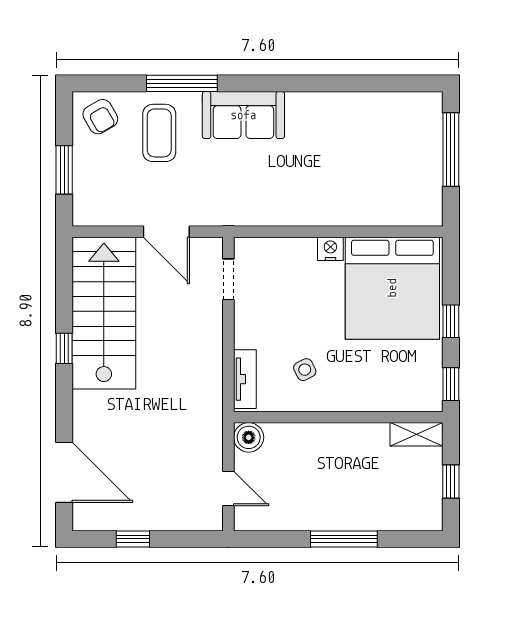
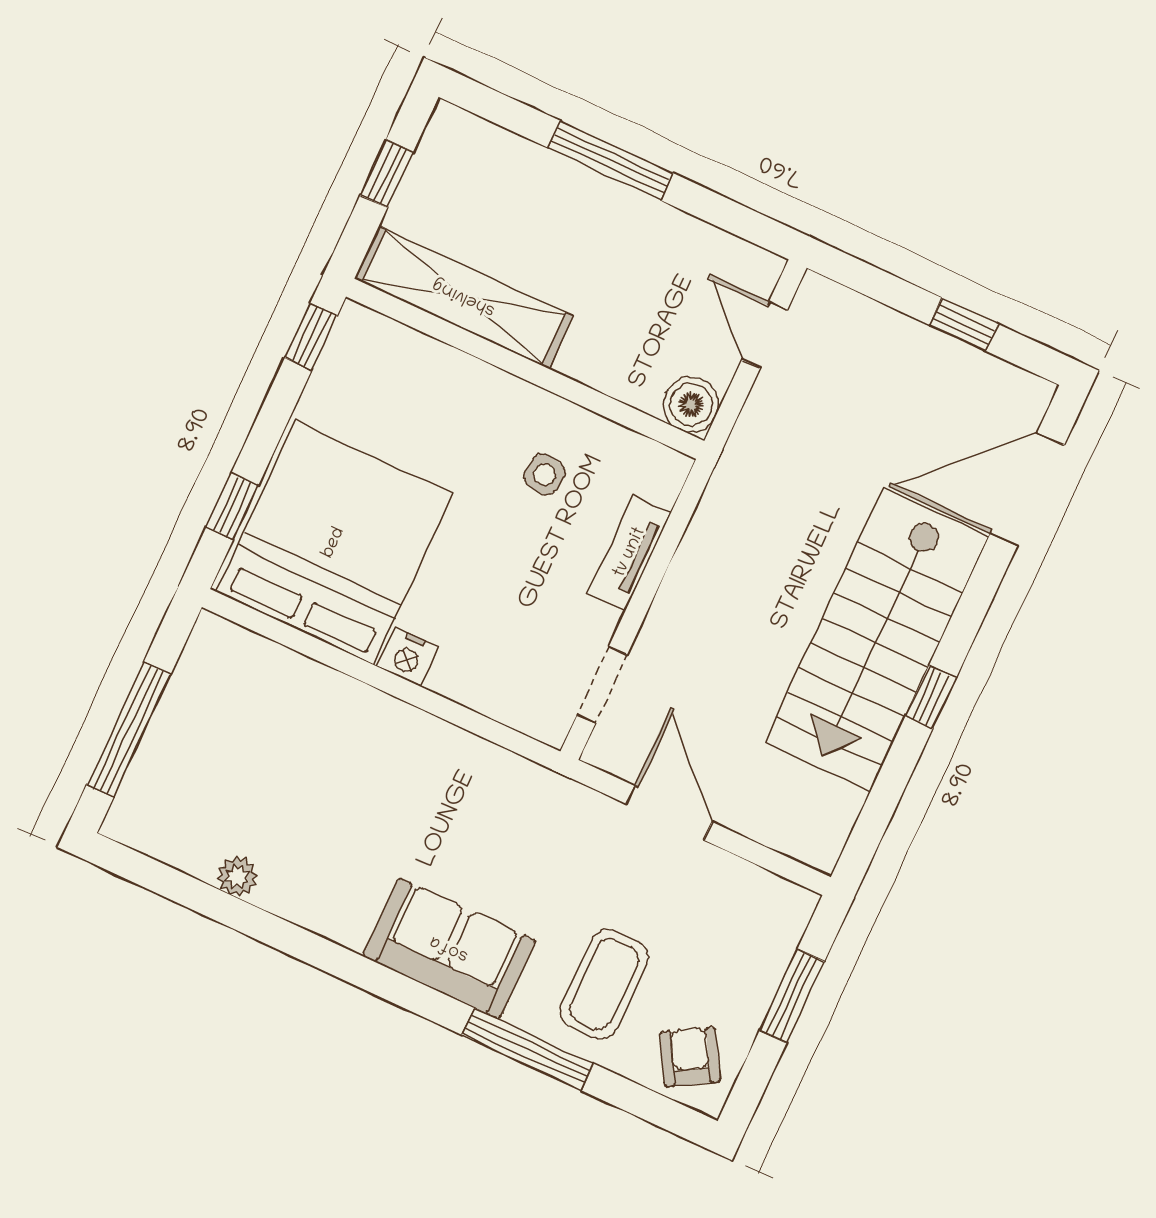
plant: (364, 102) -> (238, 877), added
stairs: (104, 313) -> (877, 639), moved
window: (451, 321) -> (232, 507), moved
side table: (305, 370) -> (544, 475), turned 35
tv unit: (245, 379) -> (630, 553), moved
shelving: (417, 434) -> (464, 297), width x2.20, depth x1.33
door: (64, 472) -> (1027, 489), hinge flipped

